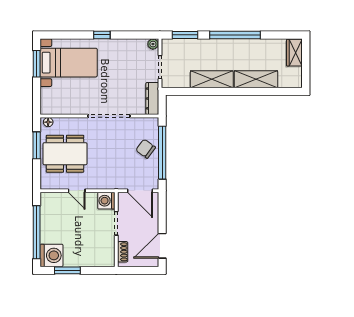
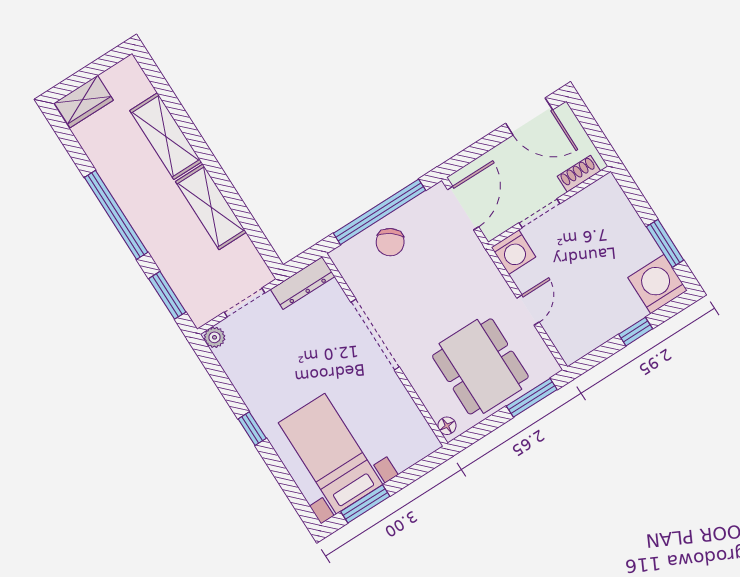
window: (37, 145) -> (532, 398), moved
window: (37, 232) -> (636, 332), width x0.32

